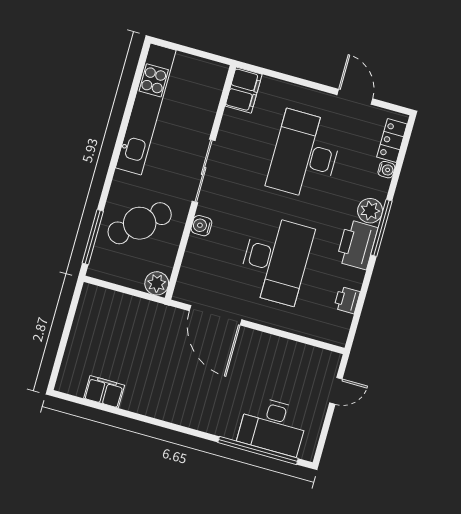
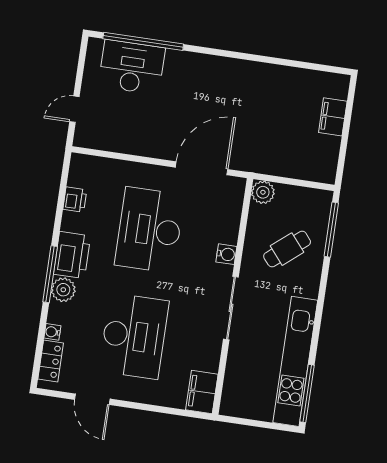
window: (138, 75) -> (307, 394), added
cafe table: (140, 223) -> (287, 249), width x0.73, depth x0.74
door: (215, 315) -> (202, 168), hinge flipped
filing cabinet: (104, 392) -> (333, 117), moved, turned 90

